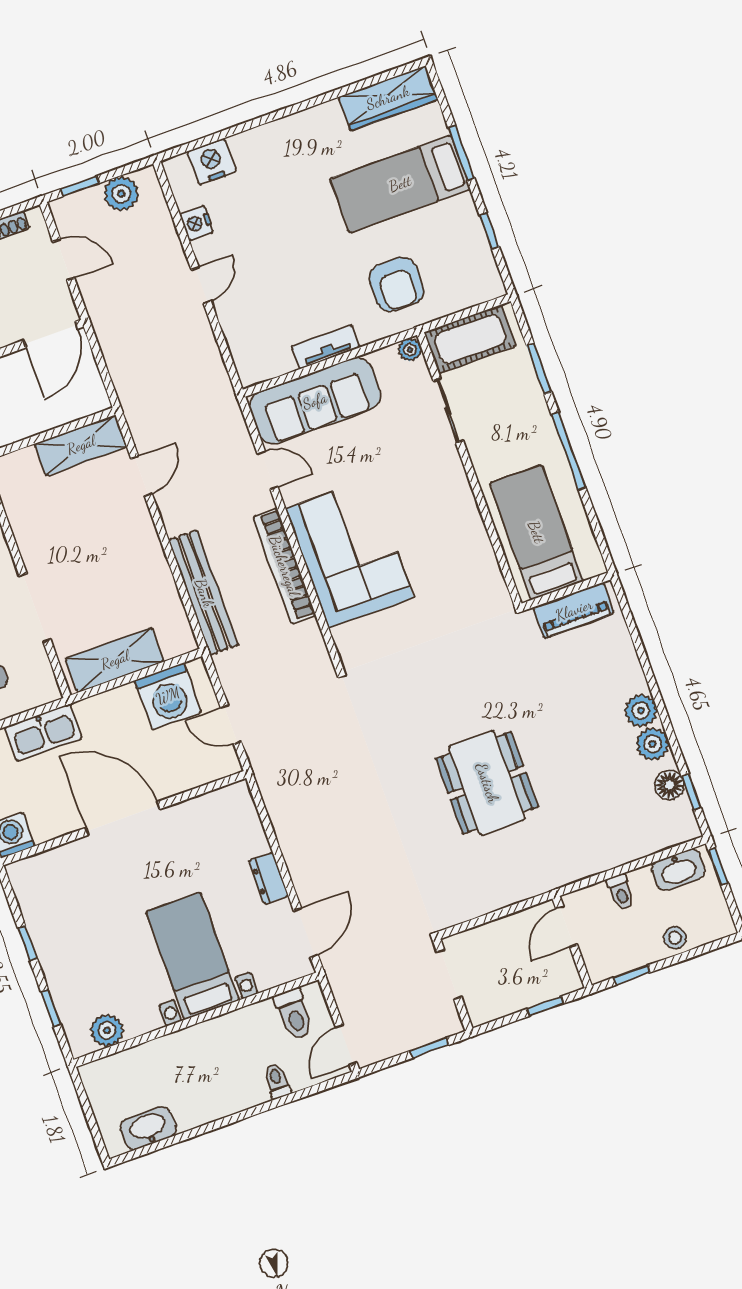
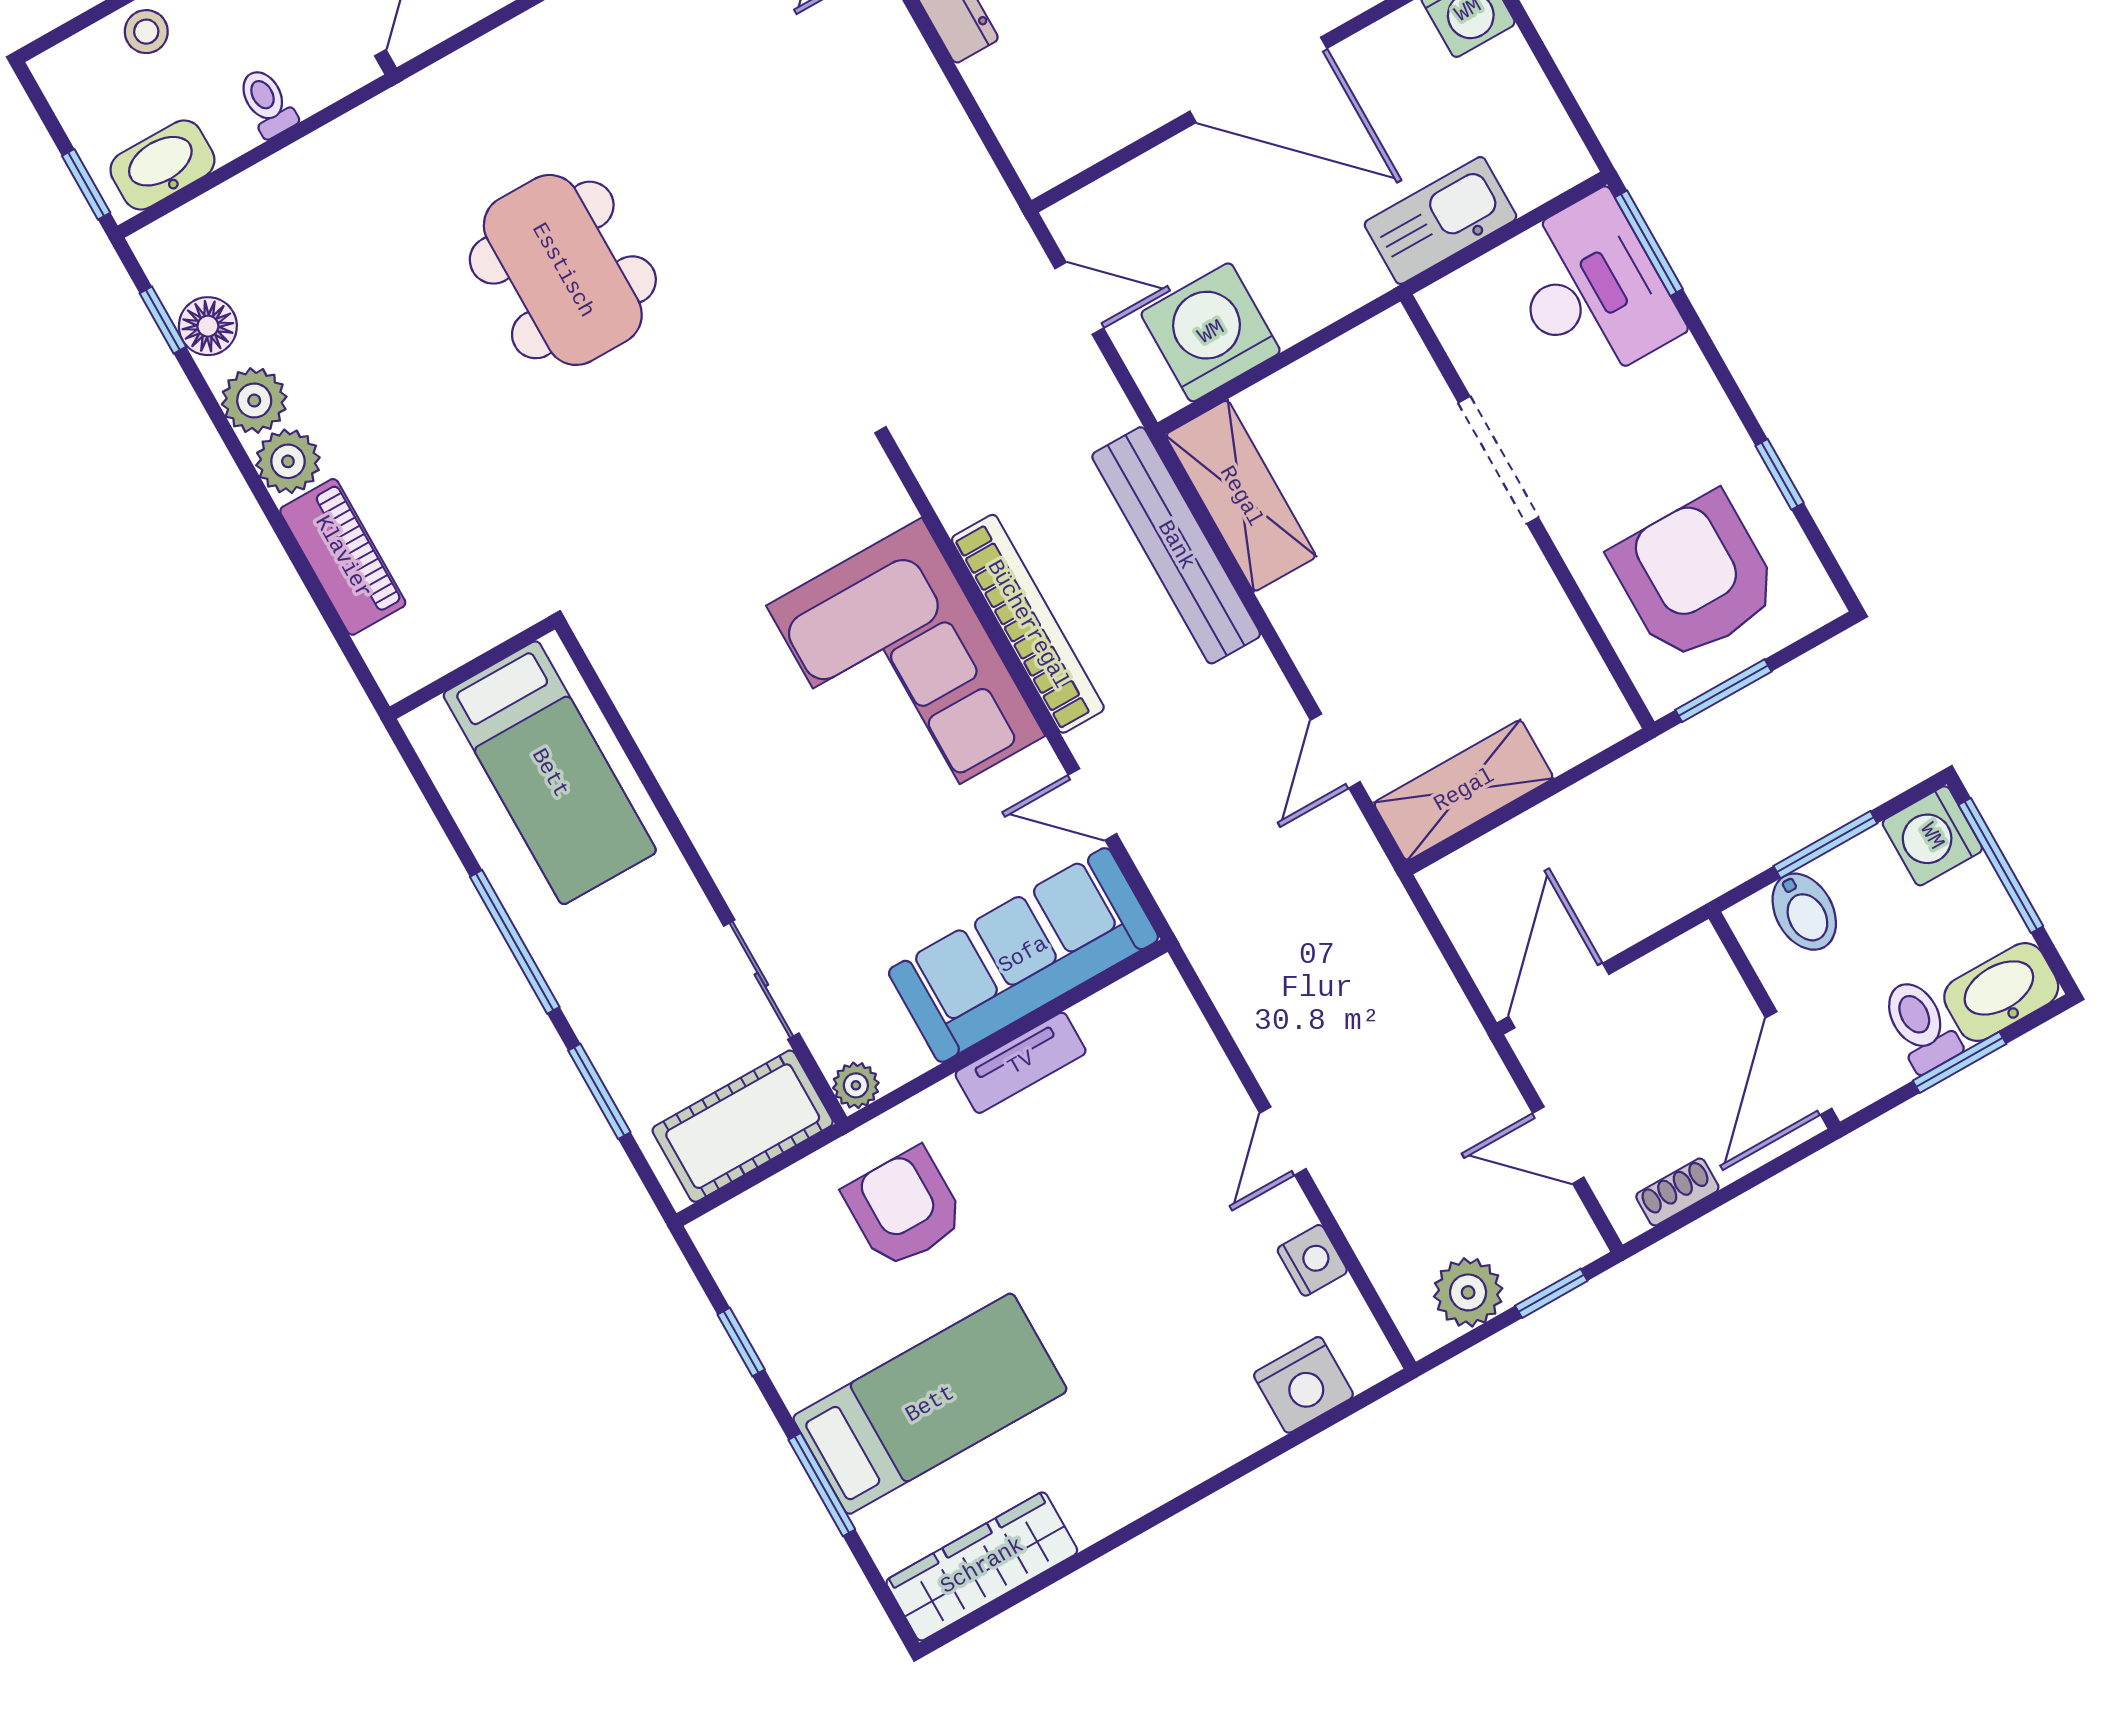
piano: (574, 610) -> (343, 557), moved, turned 90
shelving: (115, 660) -> (1241, 496), moved, turned 90

